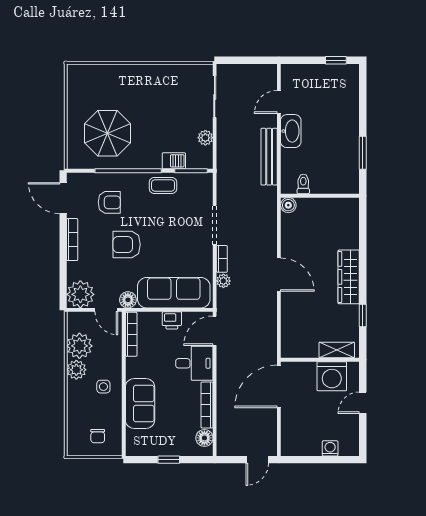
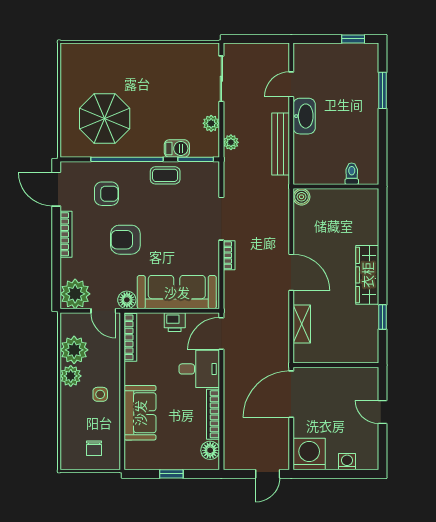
window: (363, 153) -> (382, 90), moved
toilet: (303, 184) -> (352, 174), moved
plant: (223, 281) -> (231, 142), moved
shelving: (337, 350) -> (302, 324), moved, turned 90
washing machine: (332, 376) -> (309, 454), moved, turned 180
door: (363, 403) -> (382, 412), hinge flipped

